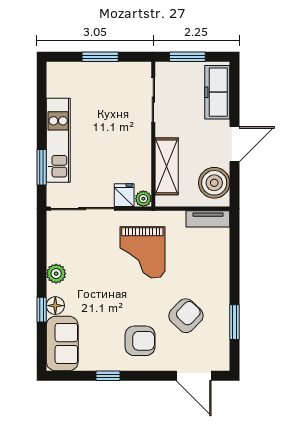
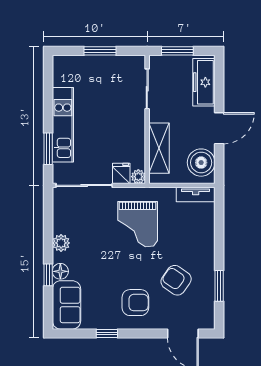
armchair: (186, 316) -> (176, 280), turned -99

